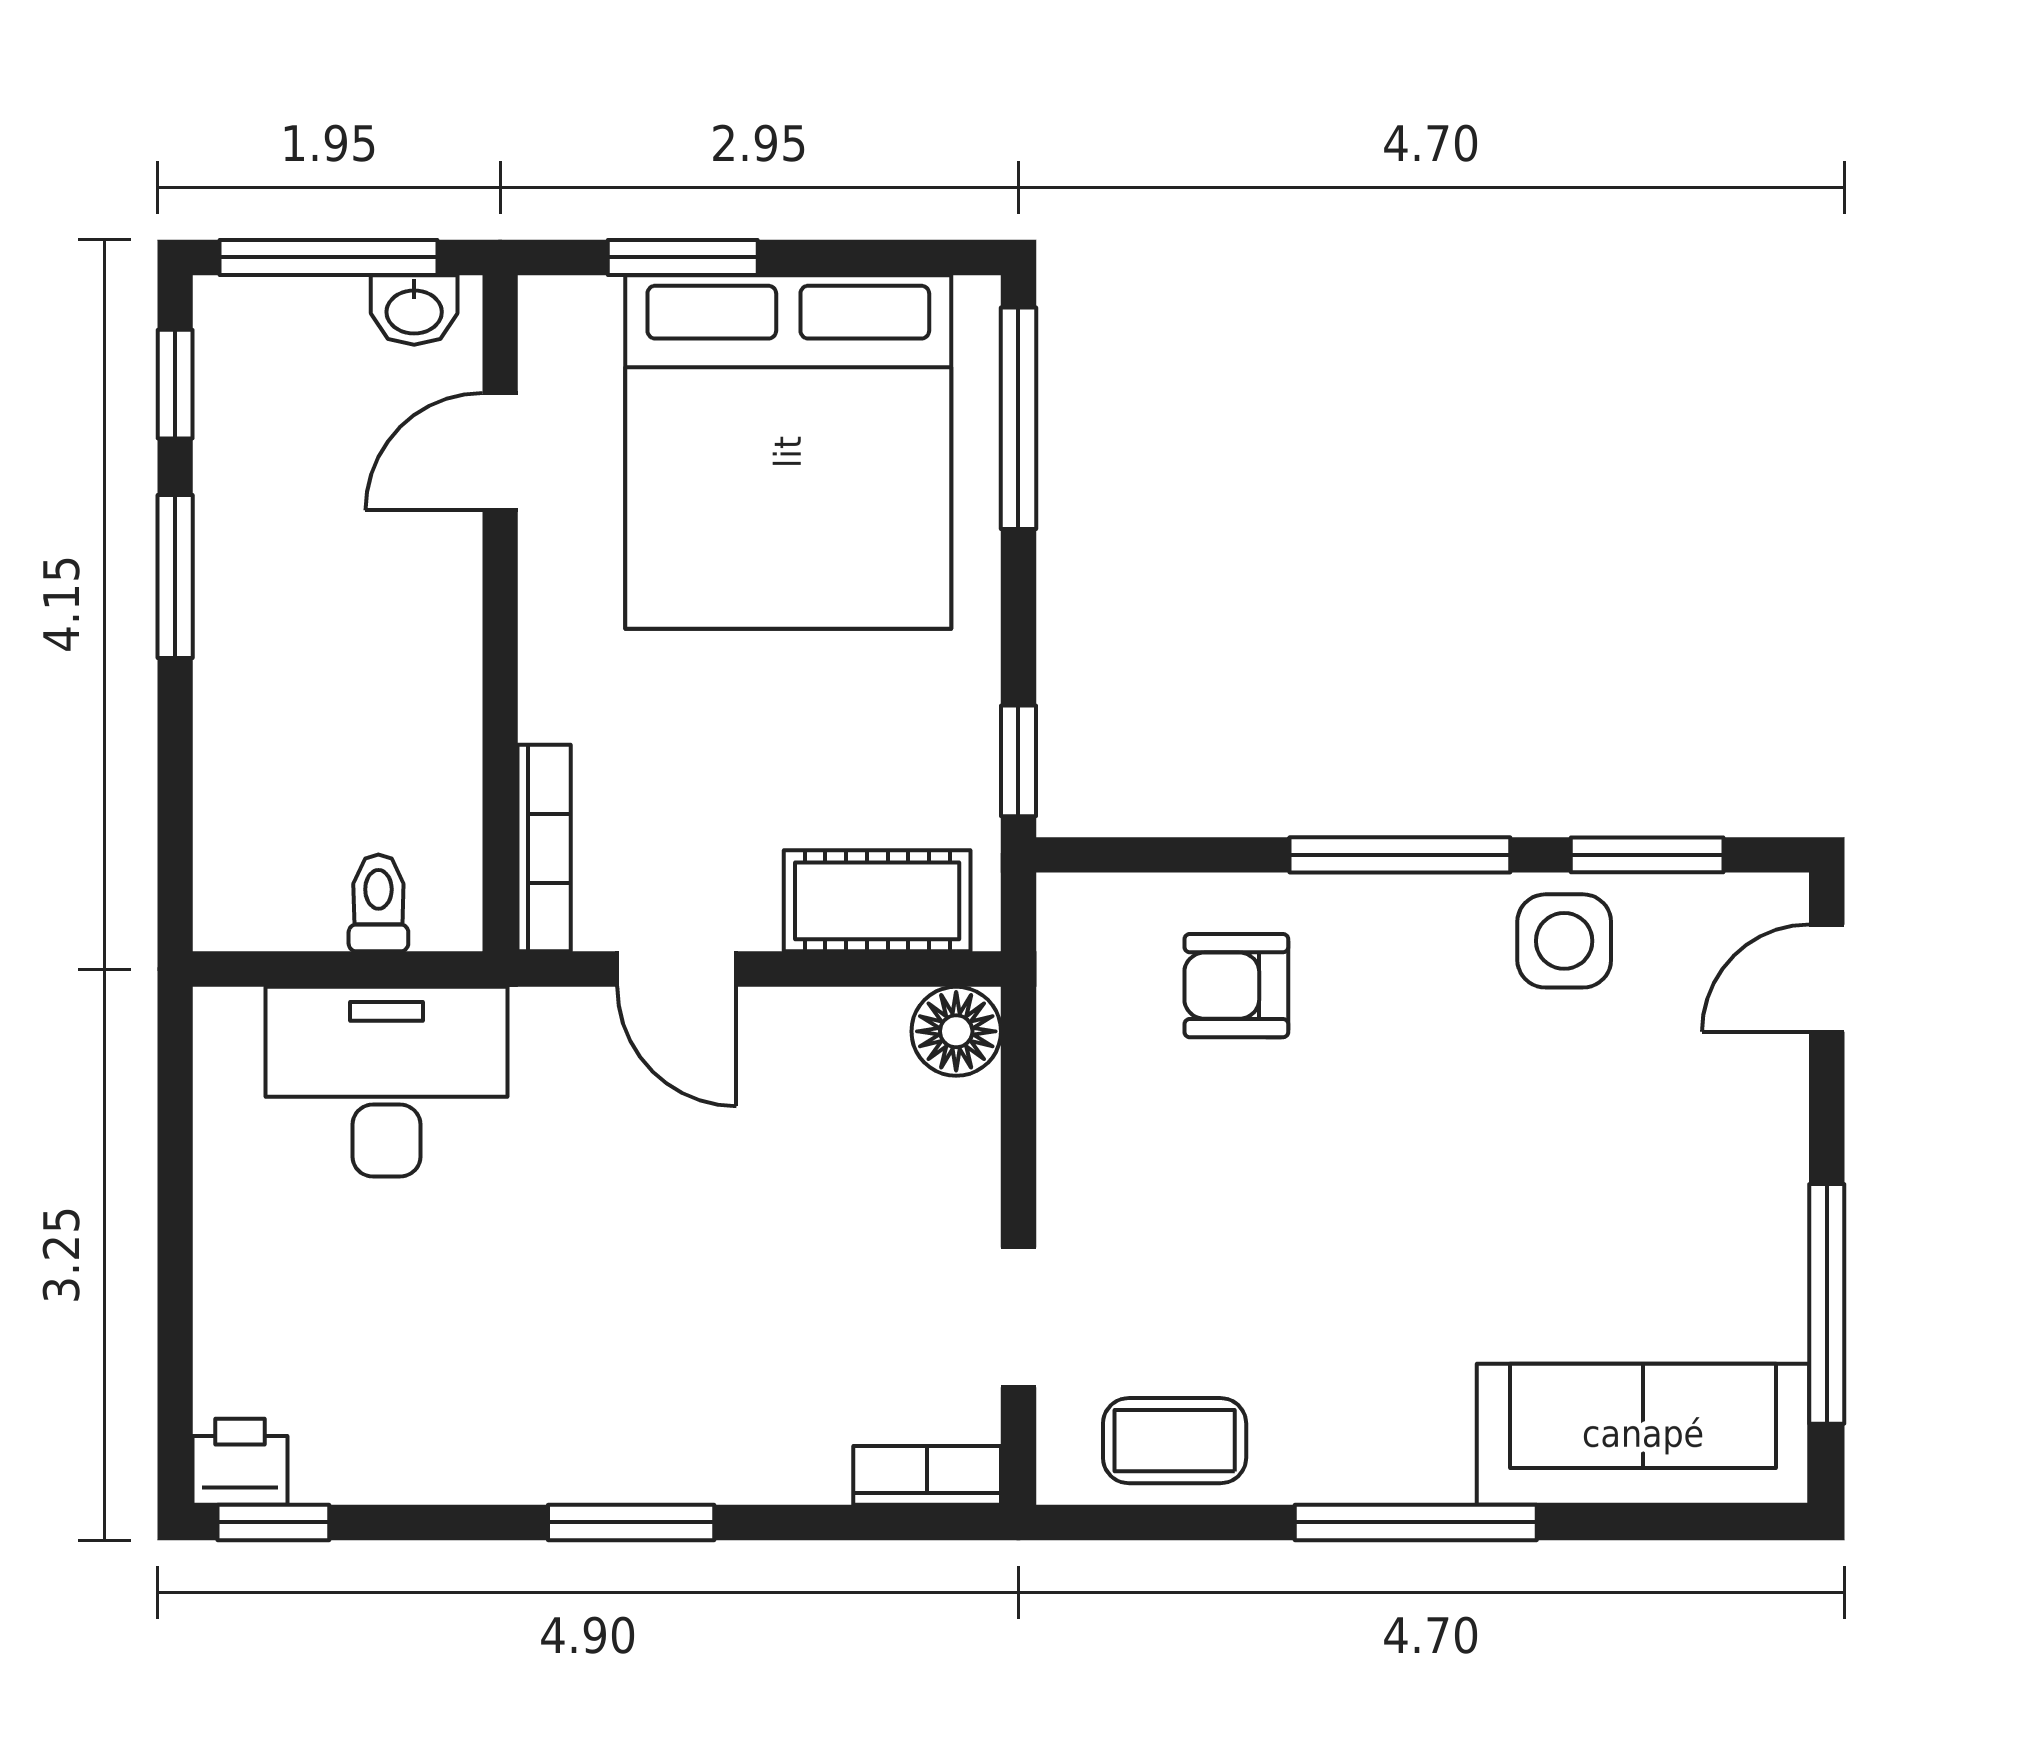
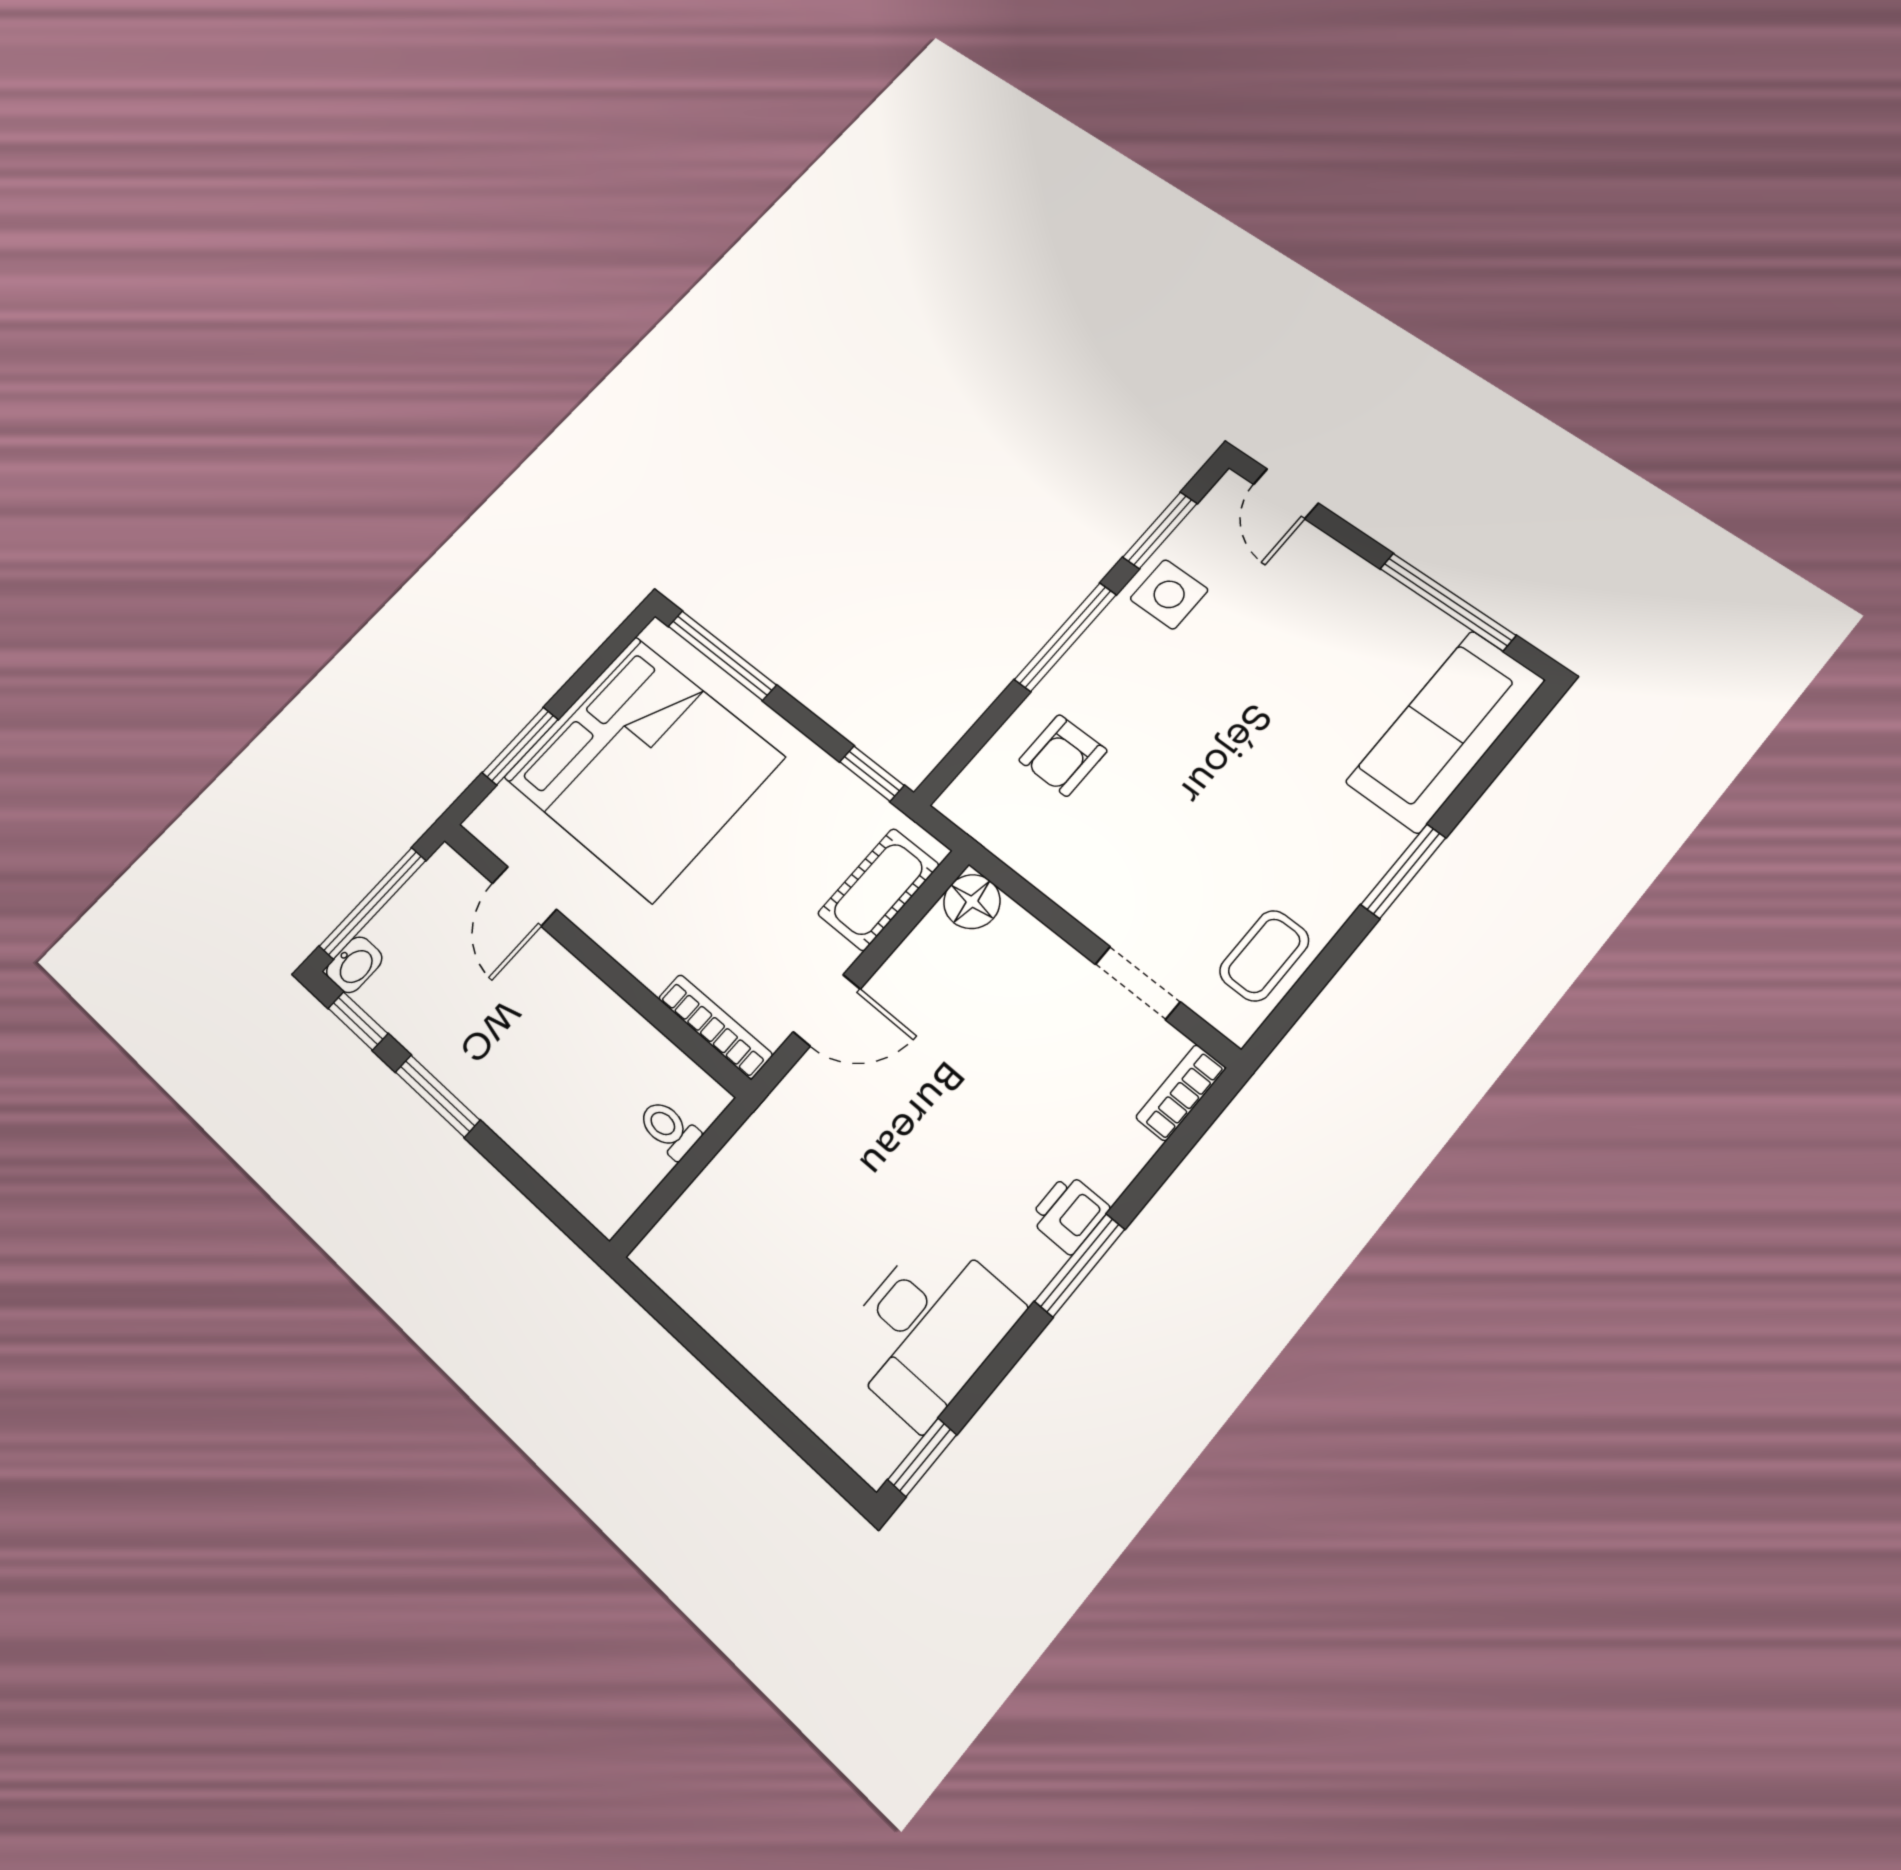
washbasin: (414, 310) -> (354, 965), moved
desk: (386, 1082) -> (928, 1328), moved, turned 180
printer: (240, 1462) -> (1069, 1213), moved
window: (1416, 1522) -> (1403, 871), width x0.69

